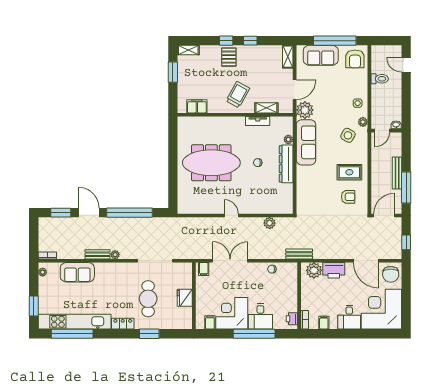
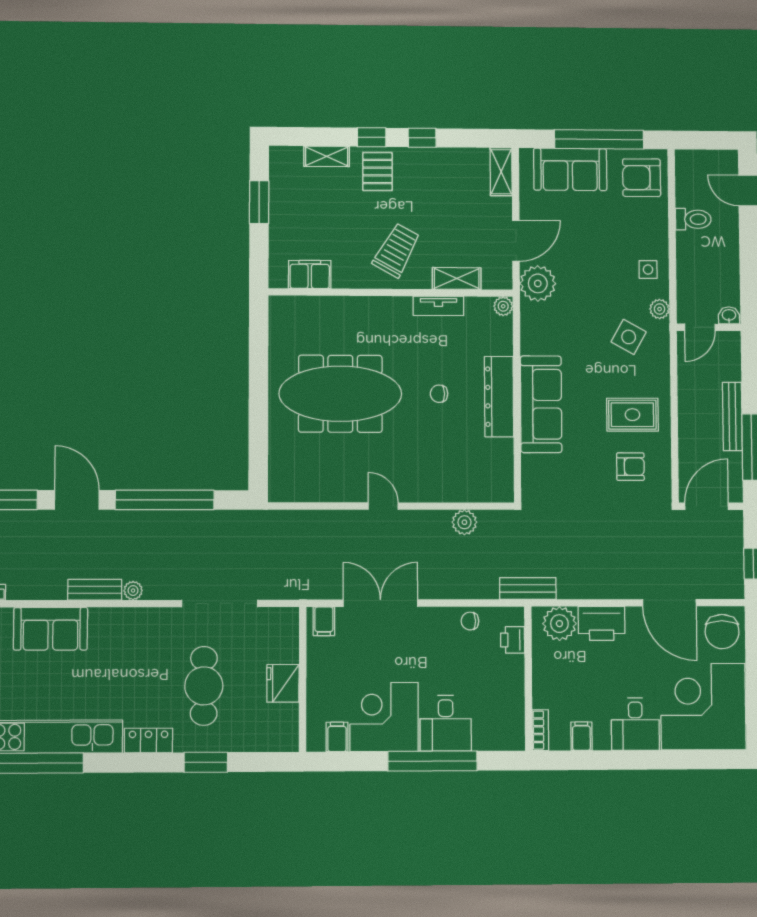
shelving: (188, 50) -> (327, 156), moved
armchair: (355, 59) -> (642, 178), turned 90
plant: (288, 139) -> (503, 306), moved
sofa: (306, 142) -> (541, 404), moved
printer: (292, 319) -> (513, 640), moved

